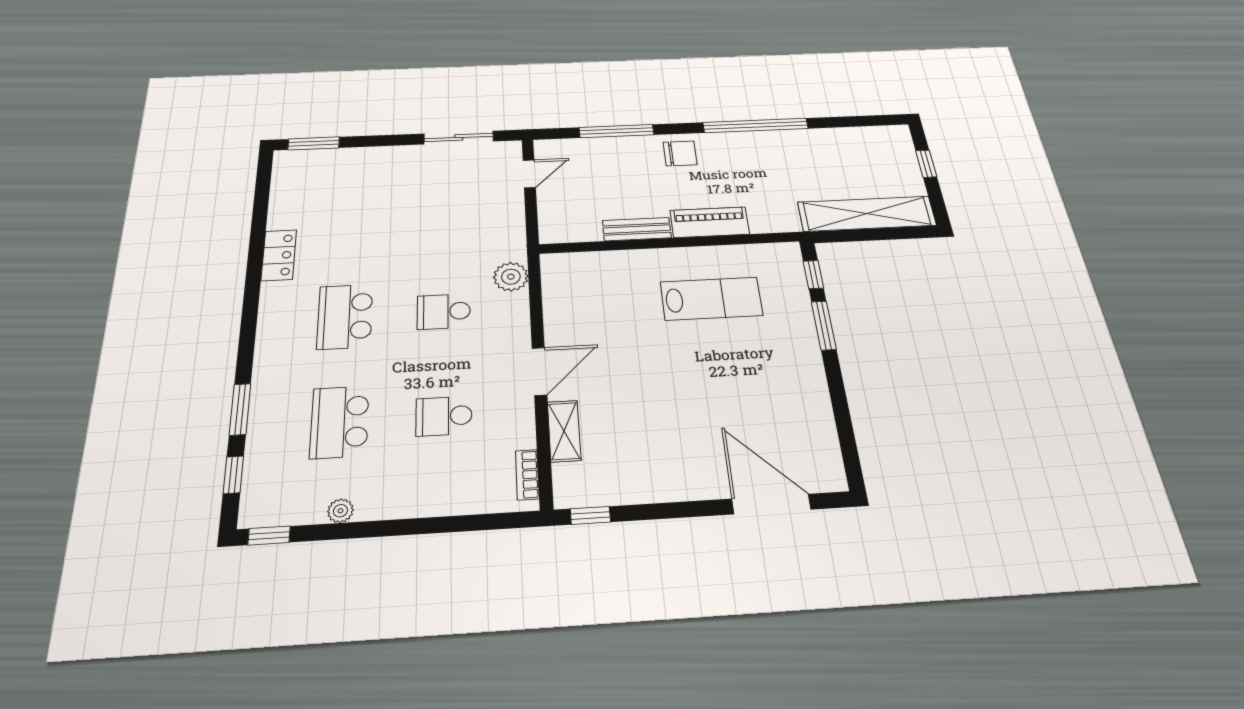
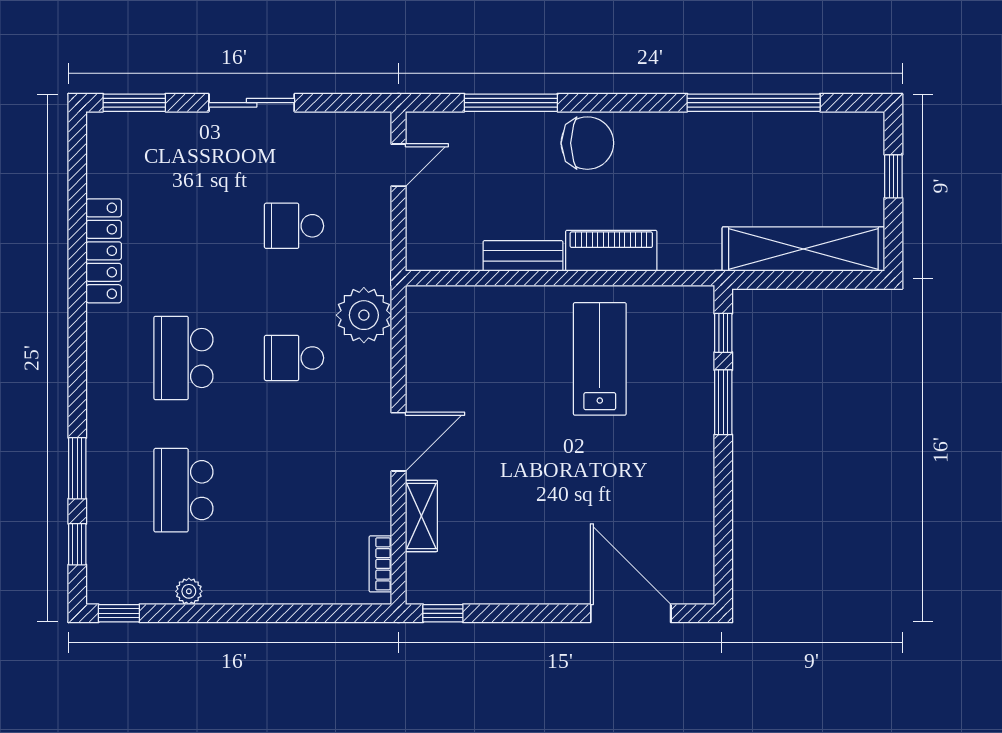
window: (755, 125) -> (754, 103), moved
sliding door: (459, 137) -> (252, 103), moved
chair: (680, 153) -> (587, 143), width x1.37, depth x1.37
locker: (279, 255) -> (104, 251), width x1.53
plant: (511, 277) -> (364, 315), width x1.36, depth x1.36
lab bench: (711, 299) -> (600, 359), turned -90
school desk: (444, 416) -> (294, 226), moved

